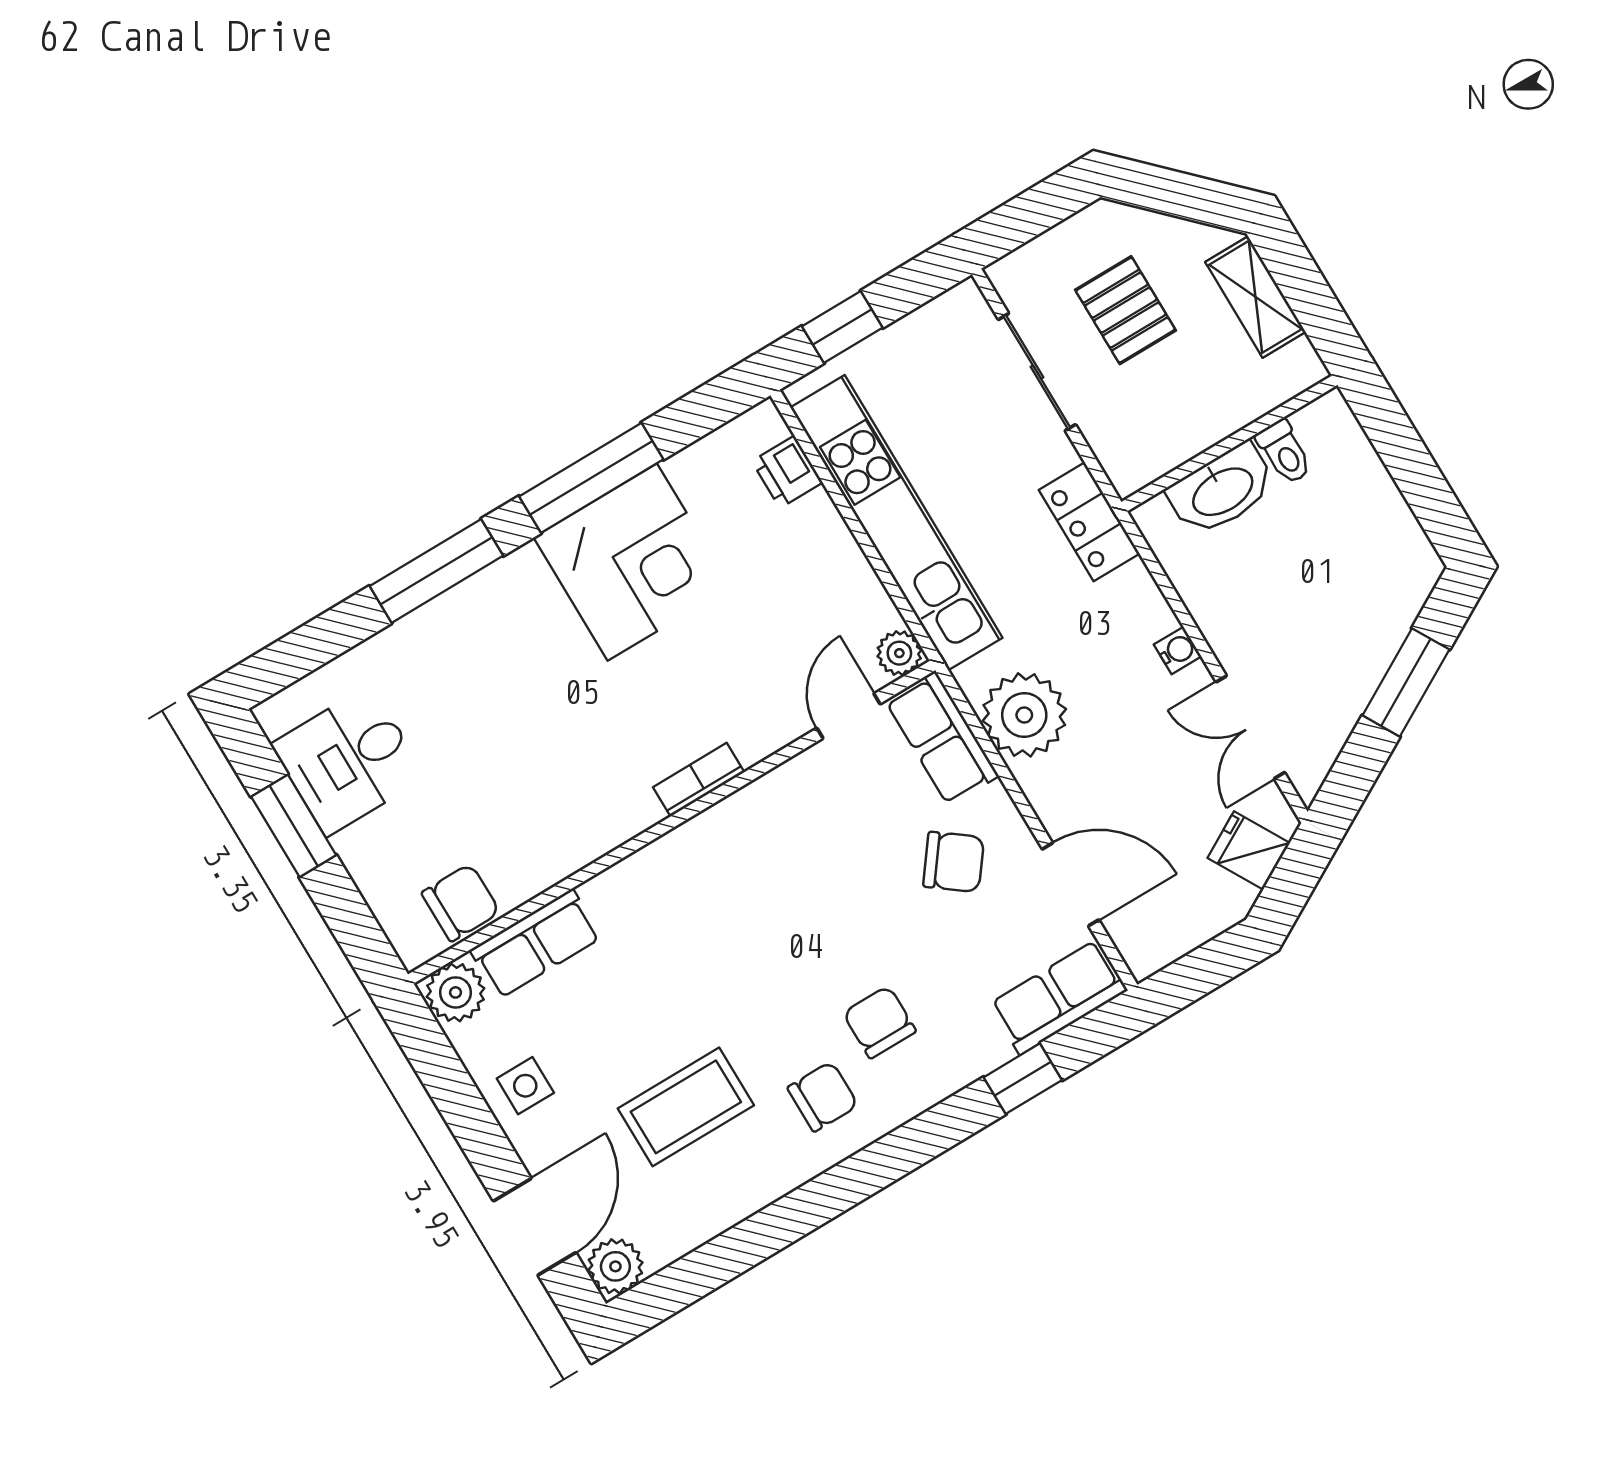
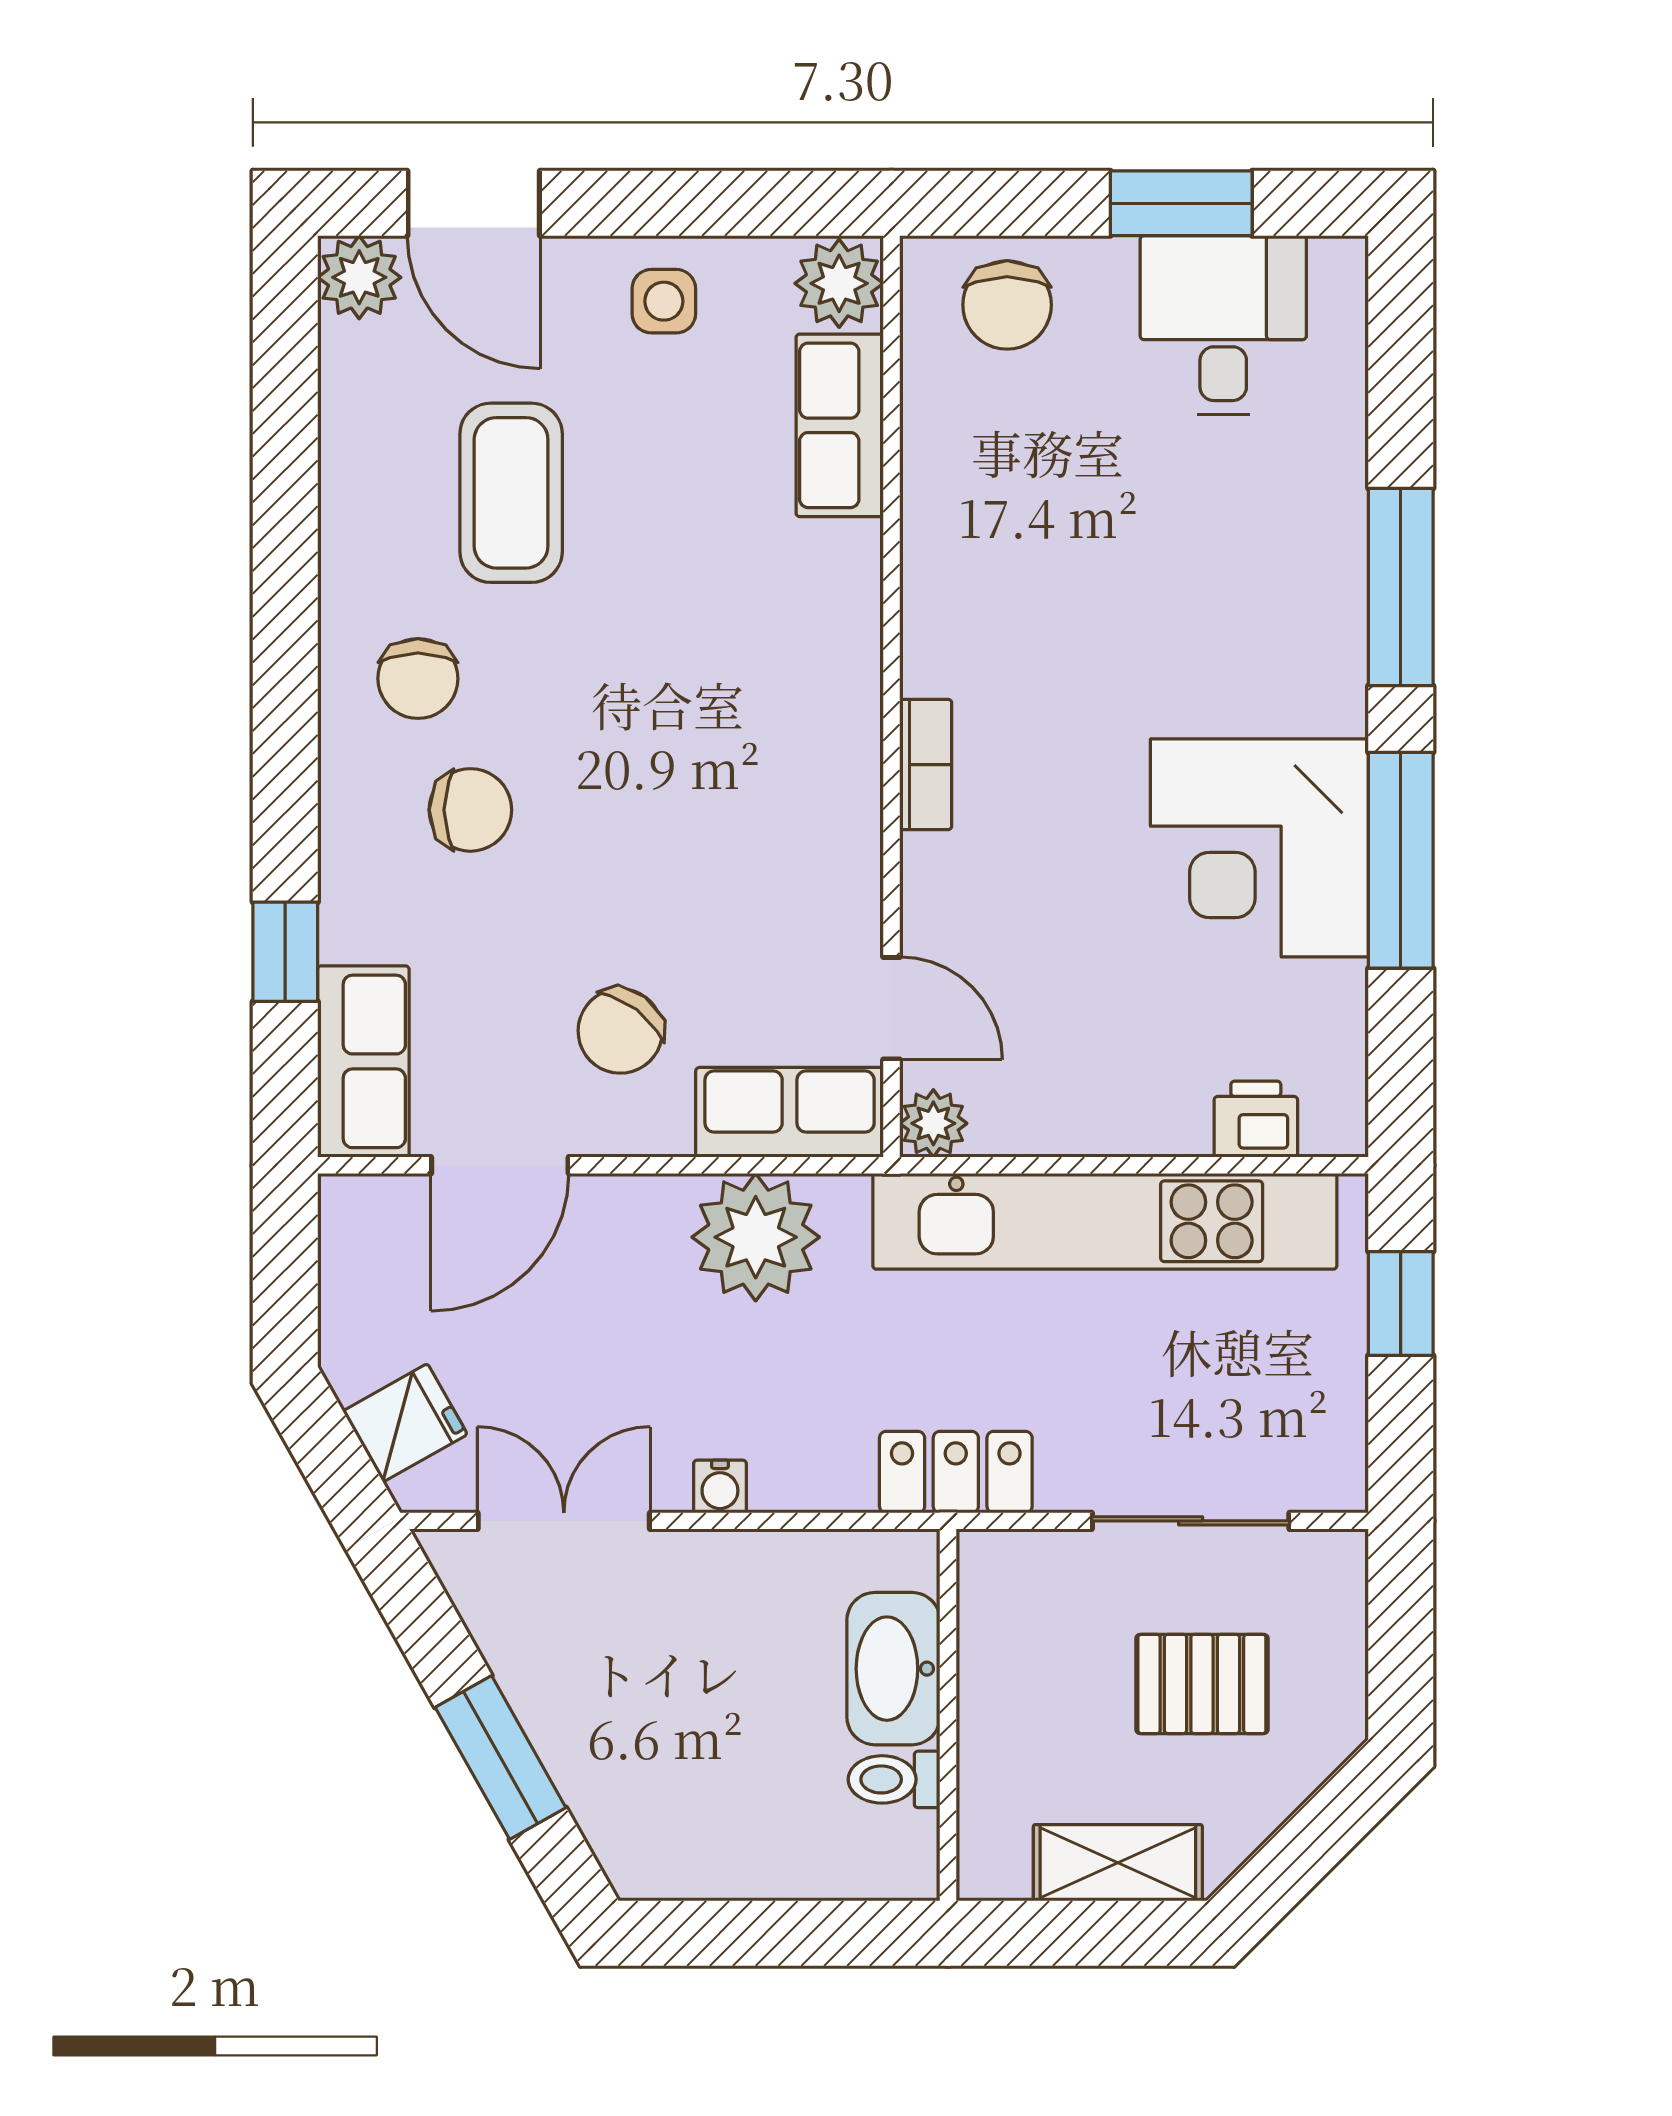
chair: (461, 903) -> (1007, 305), moved

